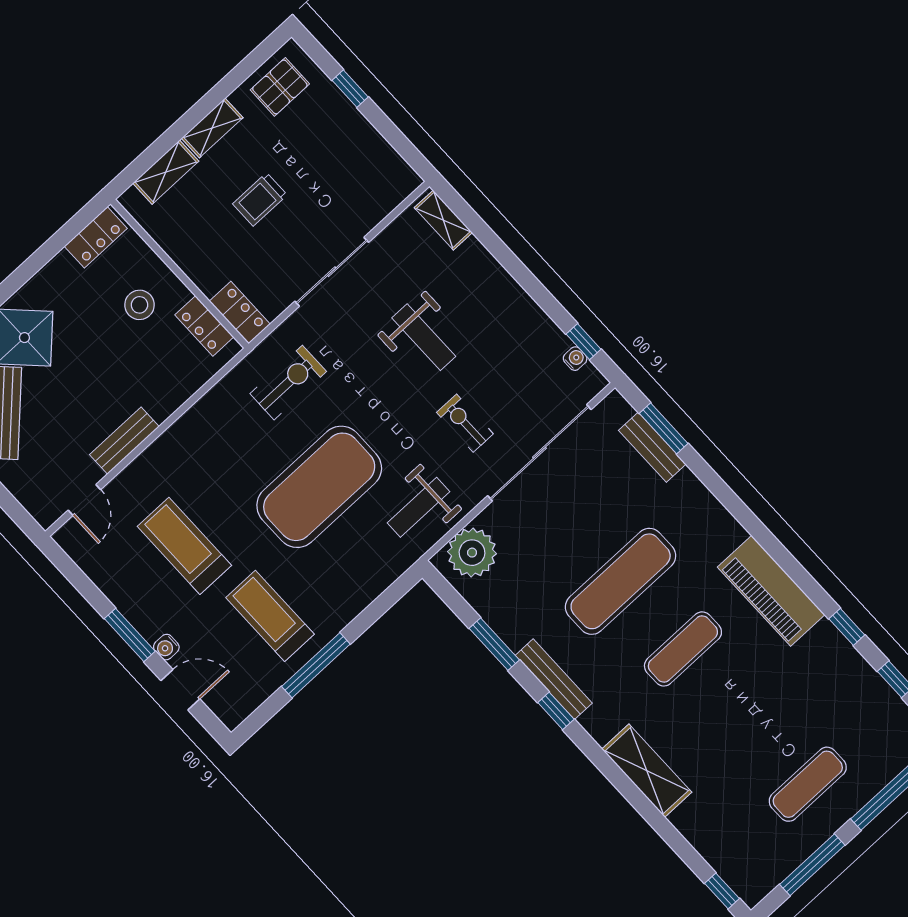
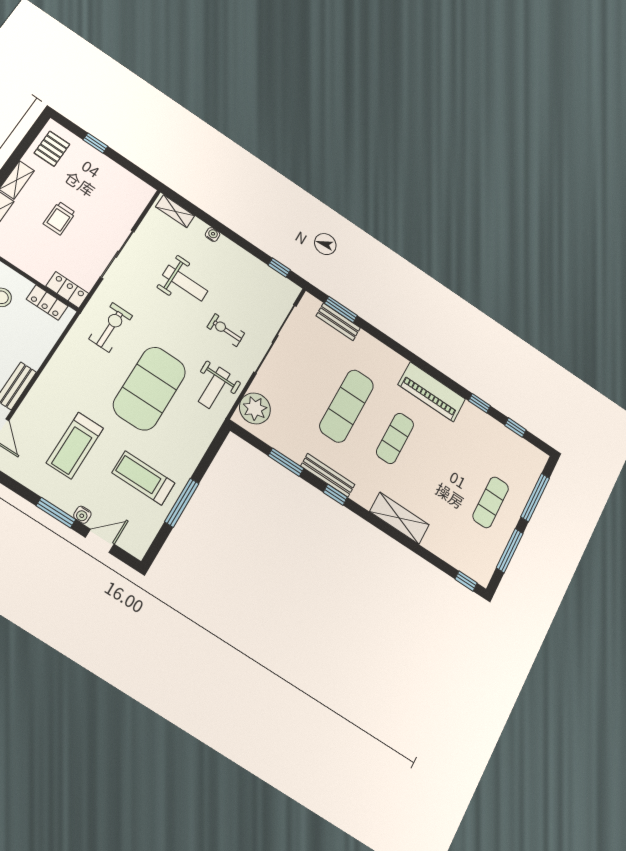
water cooler: (575, 359) -> (213, 235), moved
treadmill: (184, 546) -> (75, 445), turned -90

